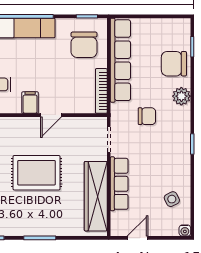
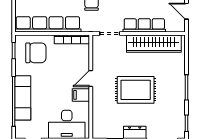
door: (51, 115) -> (91, 79), swing flipped
rug: (37, 173) -> (136, 90), turned 90

